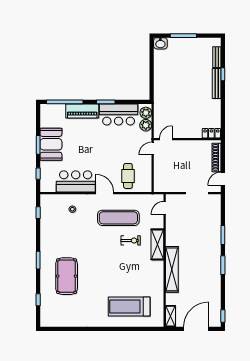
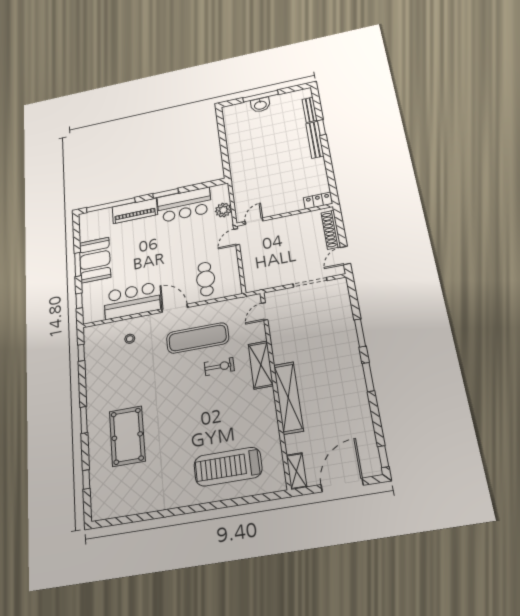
washbasin: (160, 43) -> (260, 105), moved
plant: (146, 113) -> (222, 195), removed

